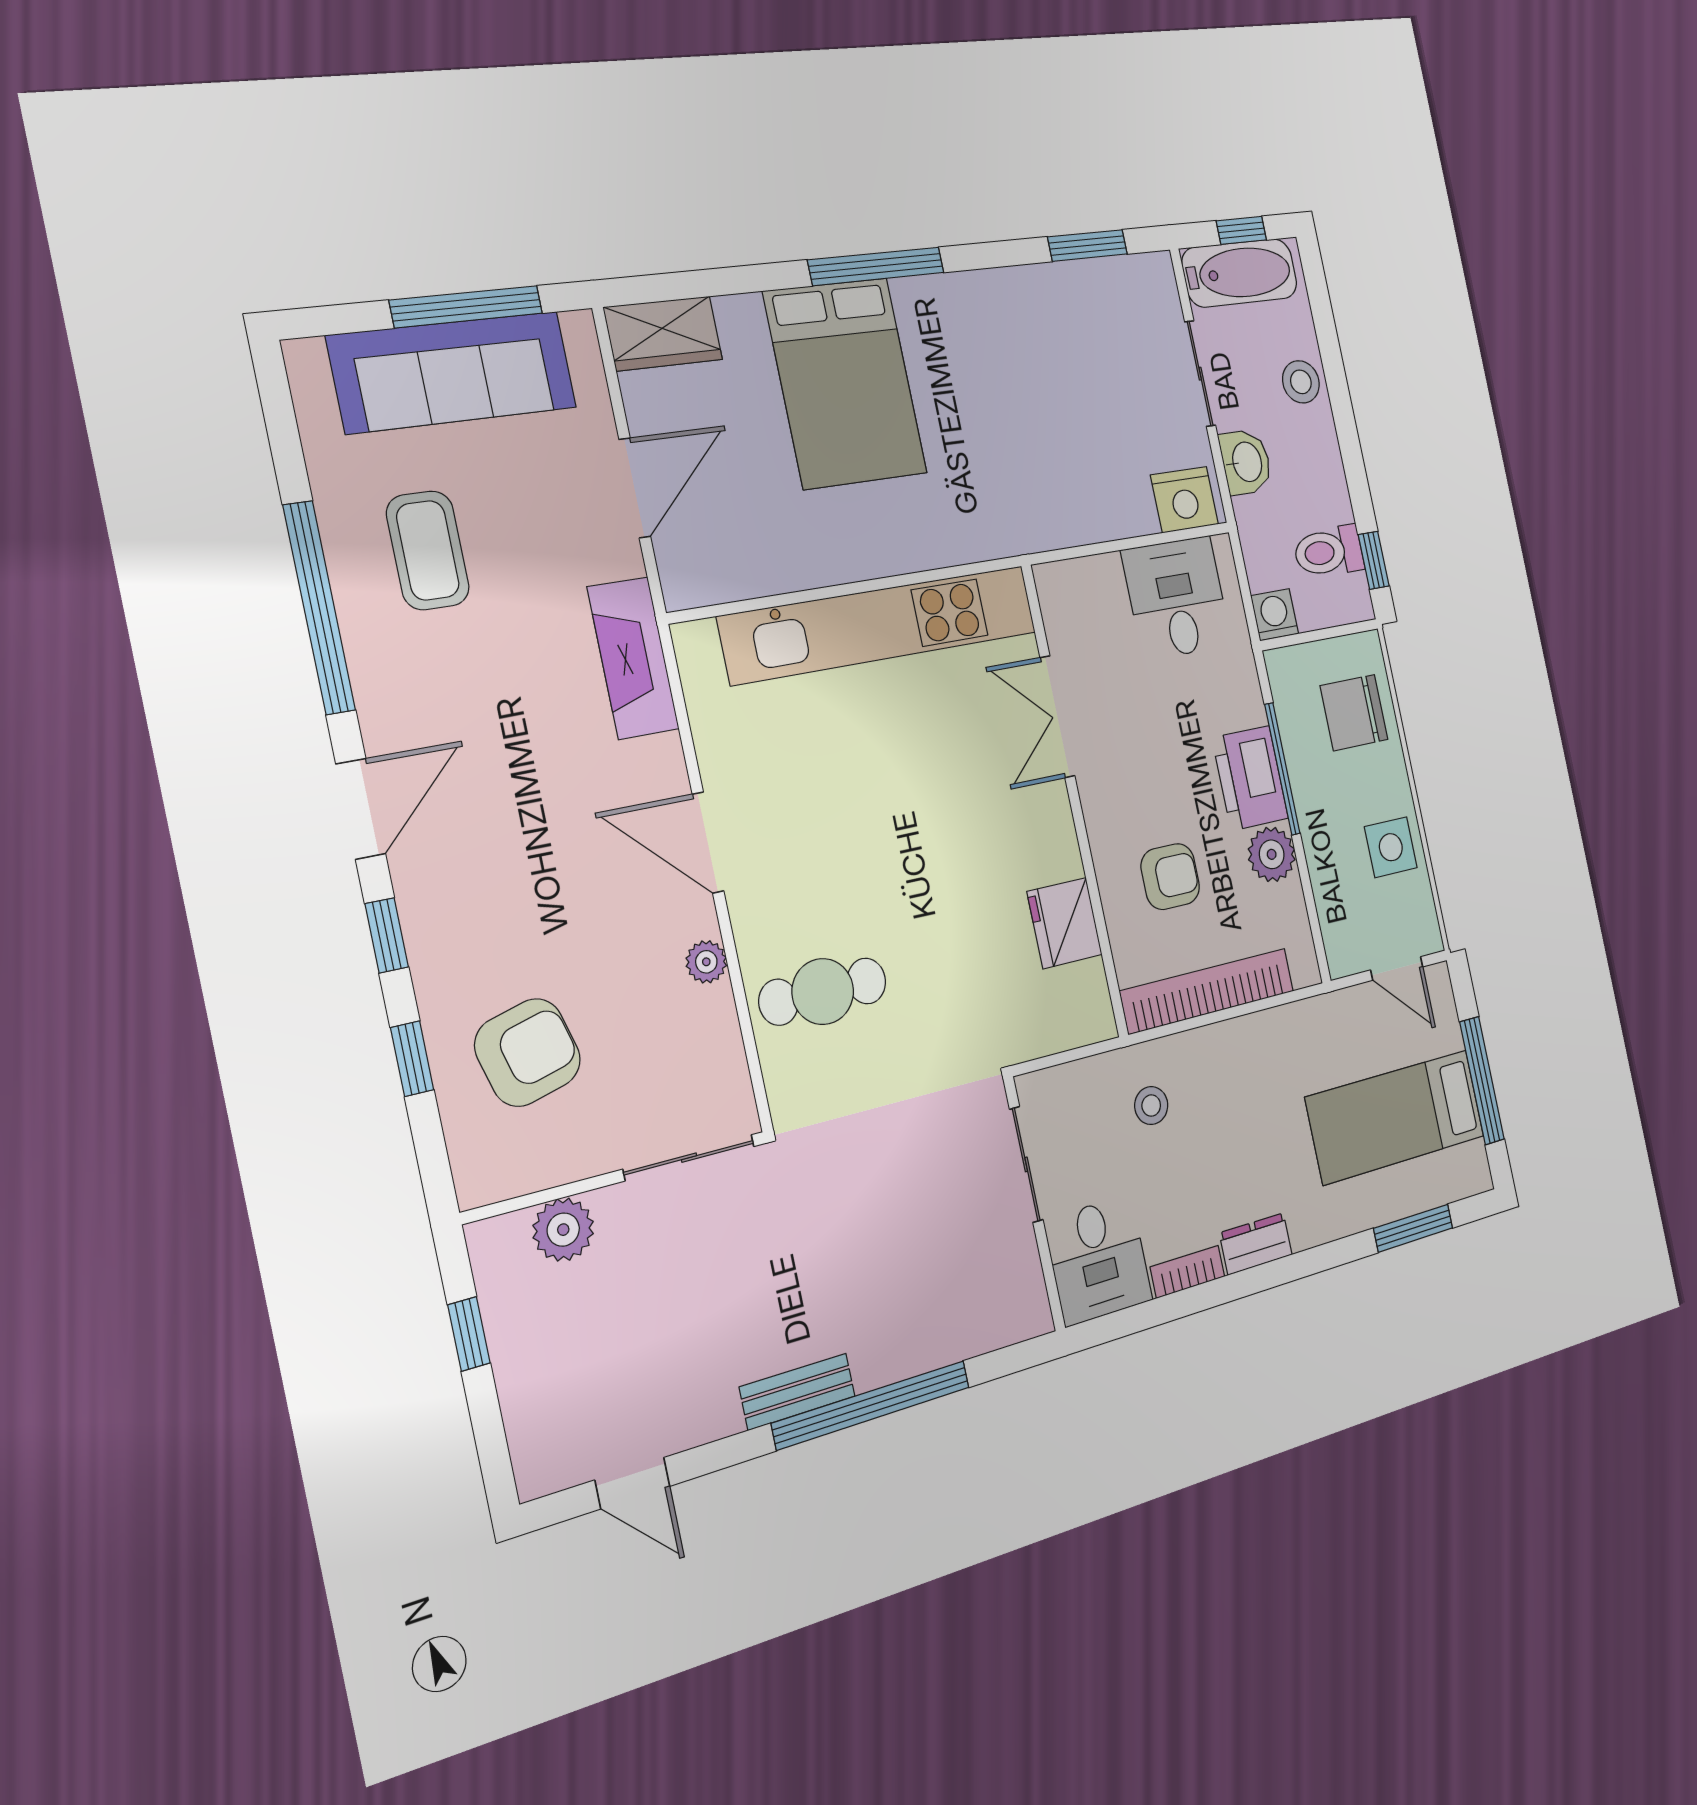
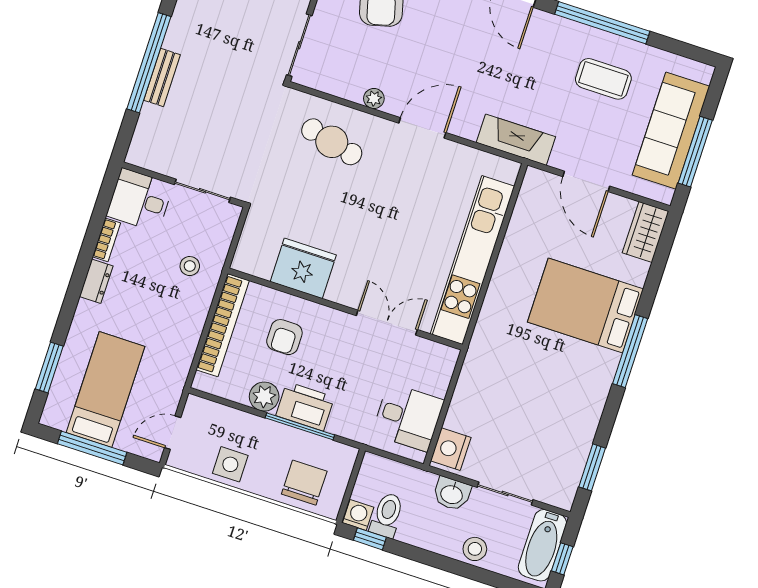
washing machine: (1275, 615) -> (358, 515), moved, turned -90
fridge: (1065, 923) -> (303, 268), width x1.36, depth x1.34
cafe table: (823, 992) -> (332, 142), turned -76
bench: (797, 1392) -> (162, 77), moved

